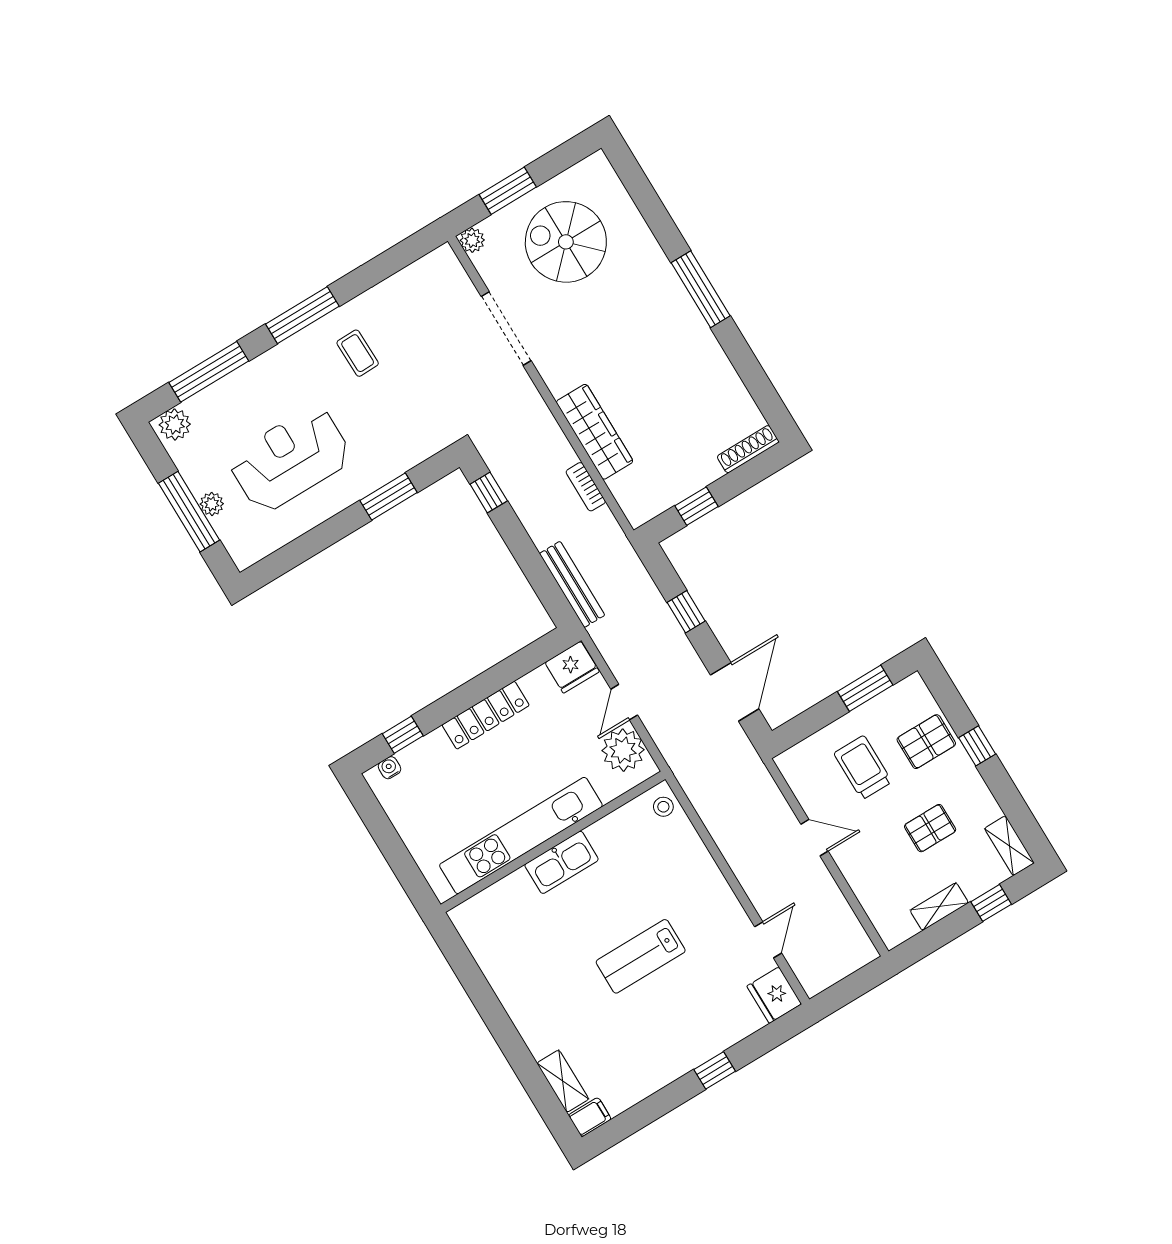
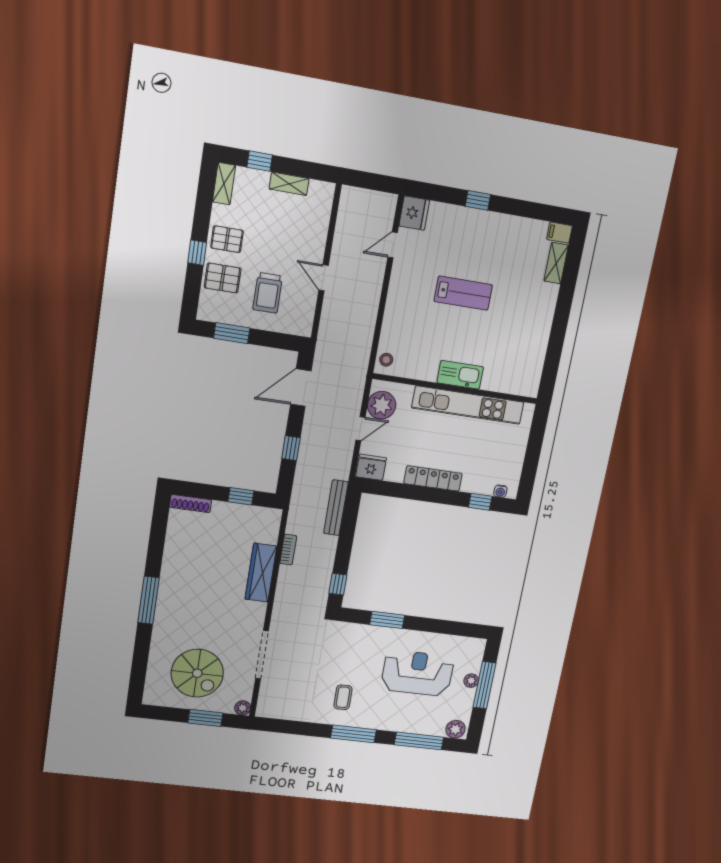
reception desk: (290, 459) -> (417, 673), turned 180
pallet: (930, 828) -> (227, 239), moved

